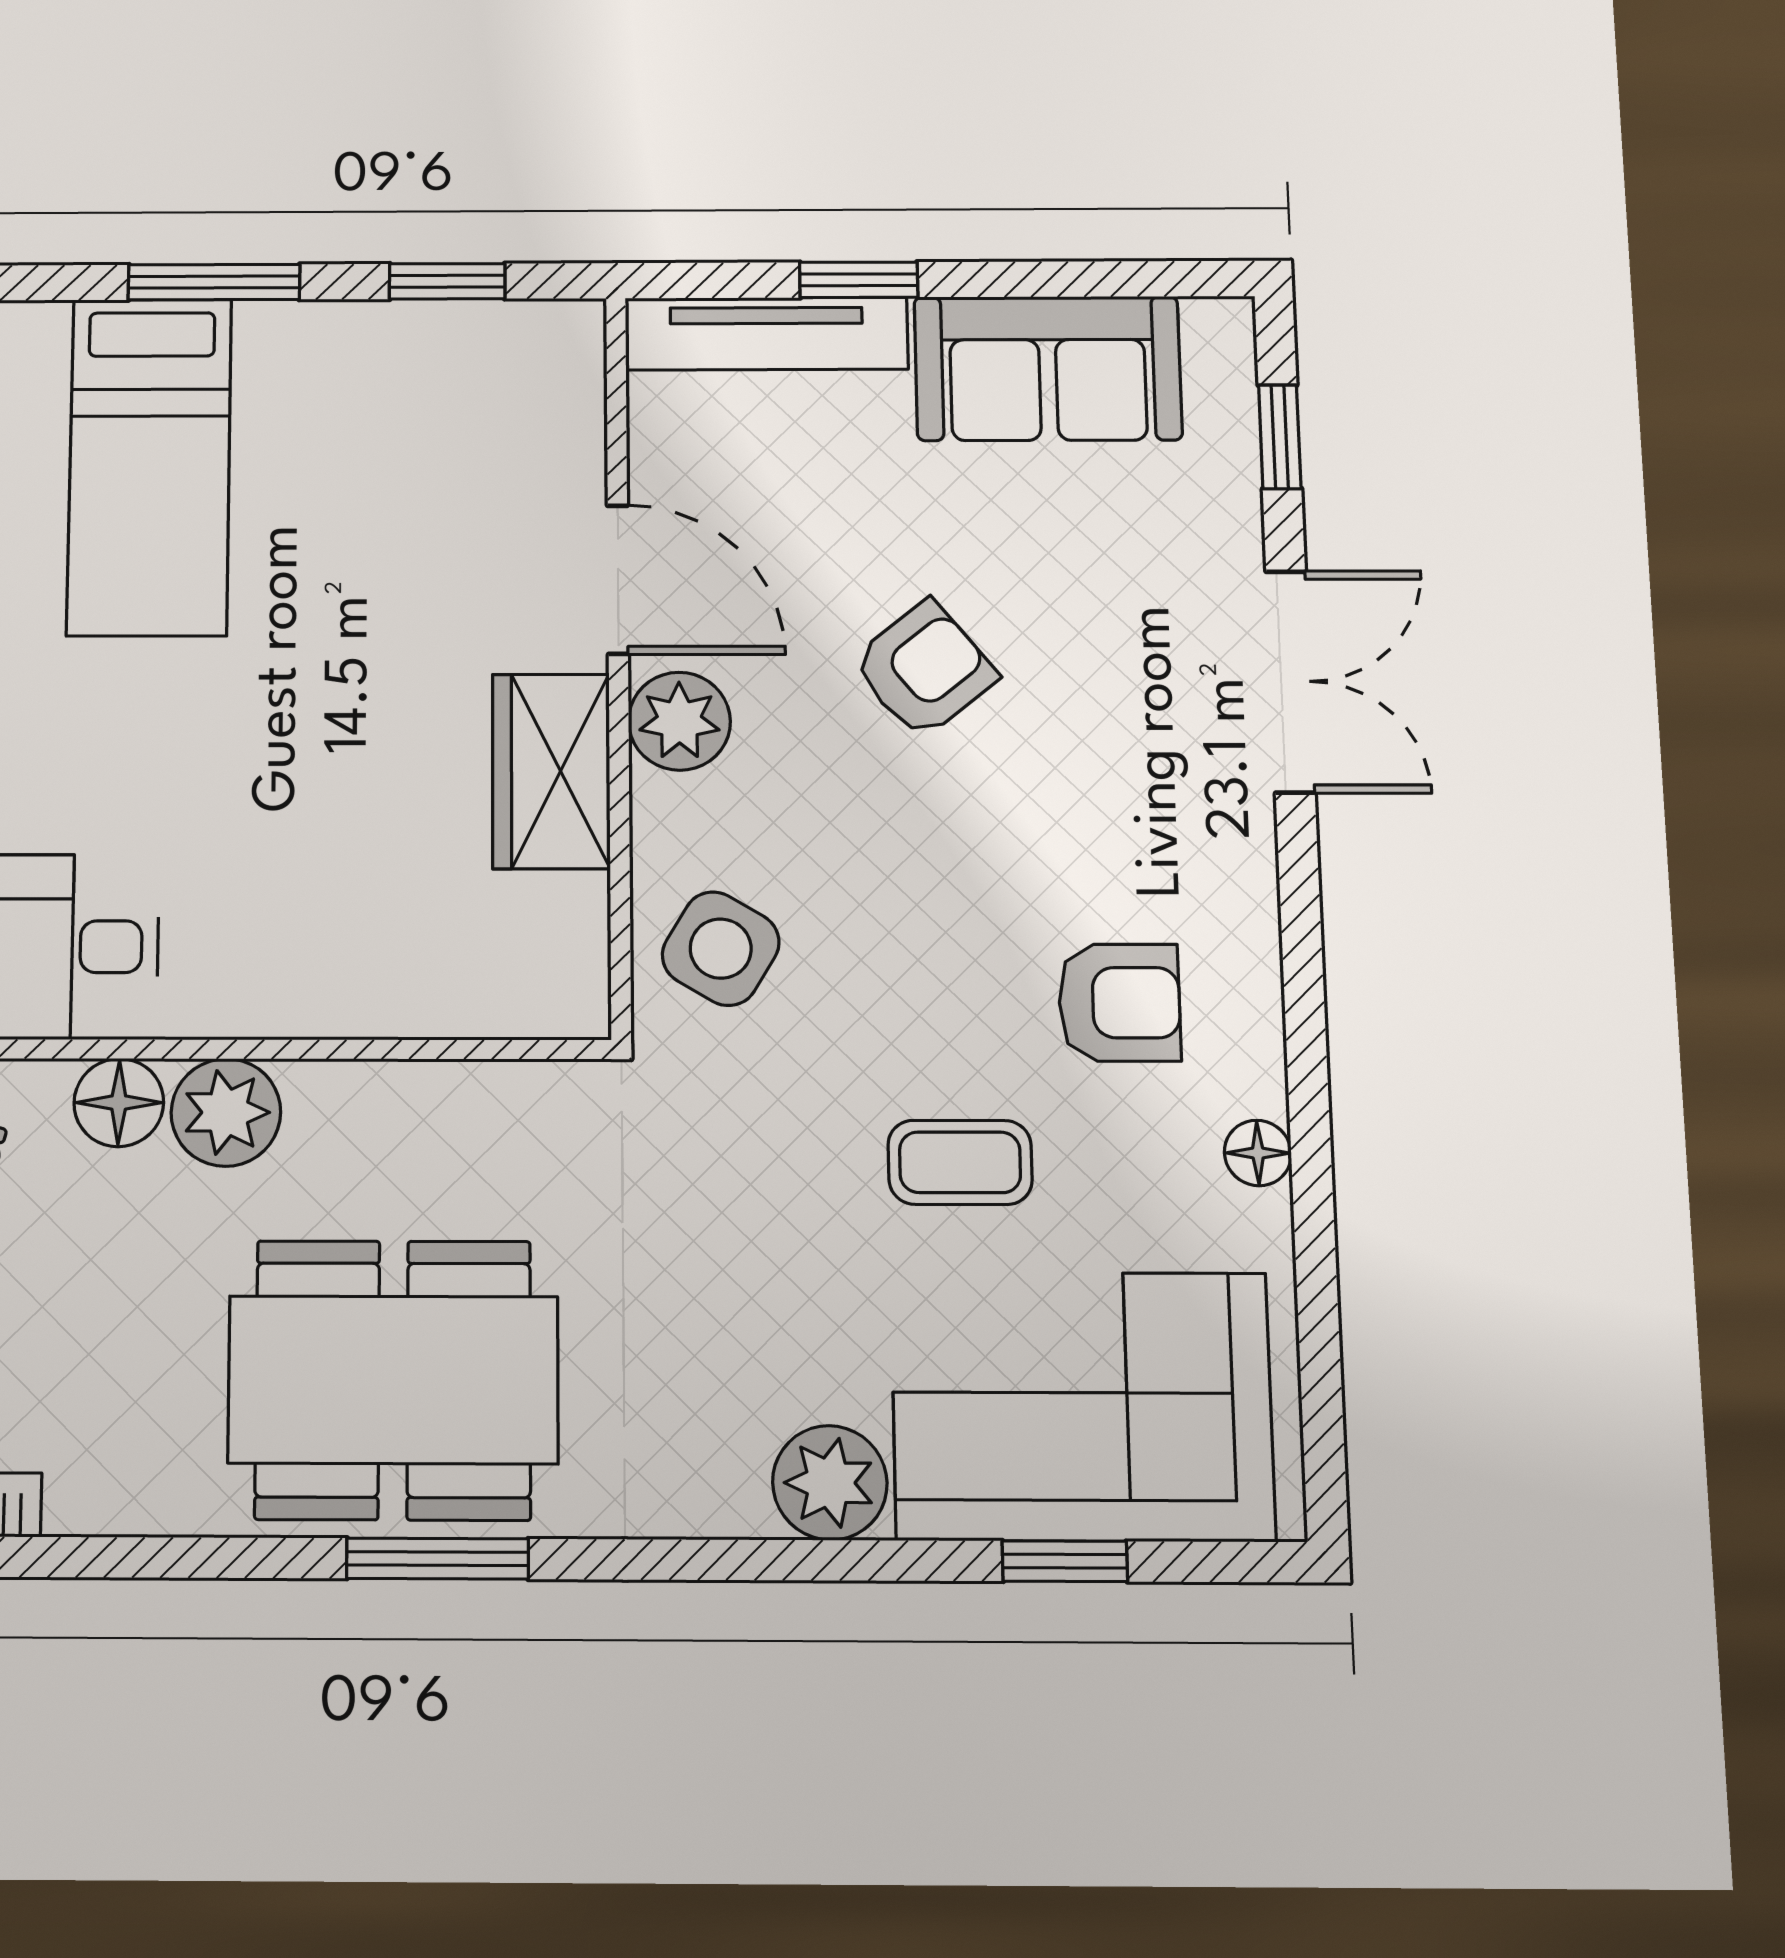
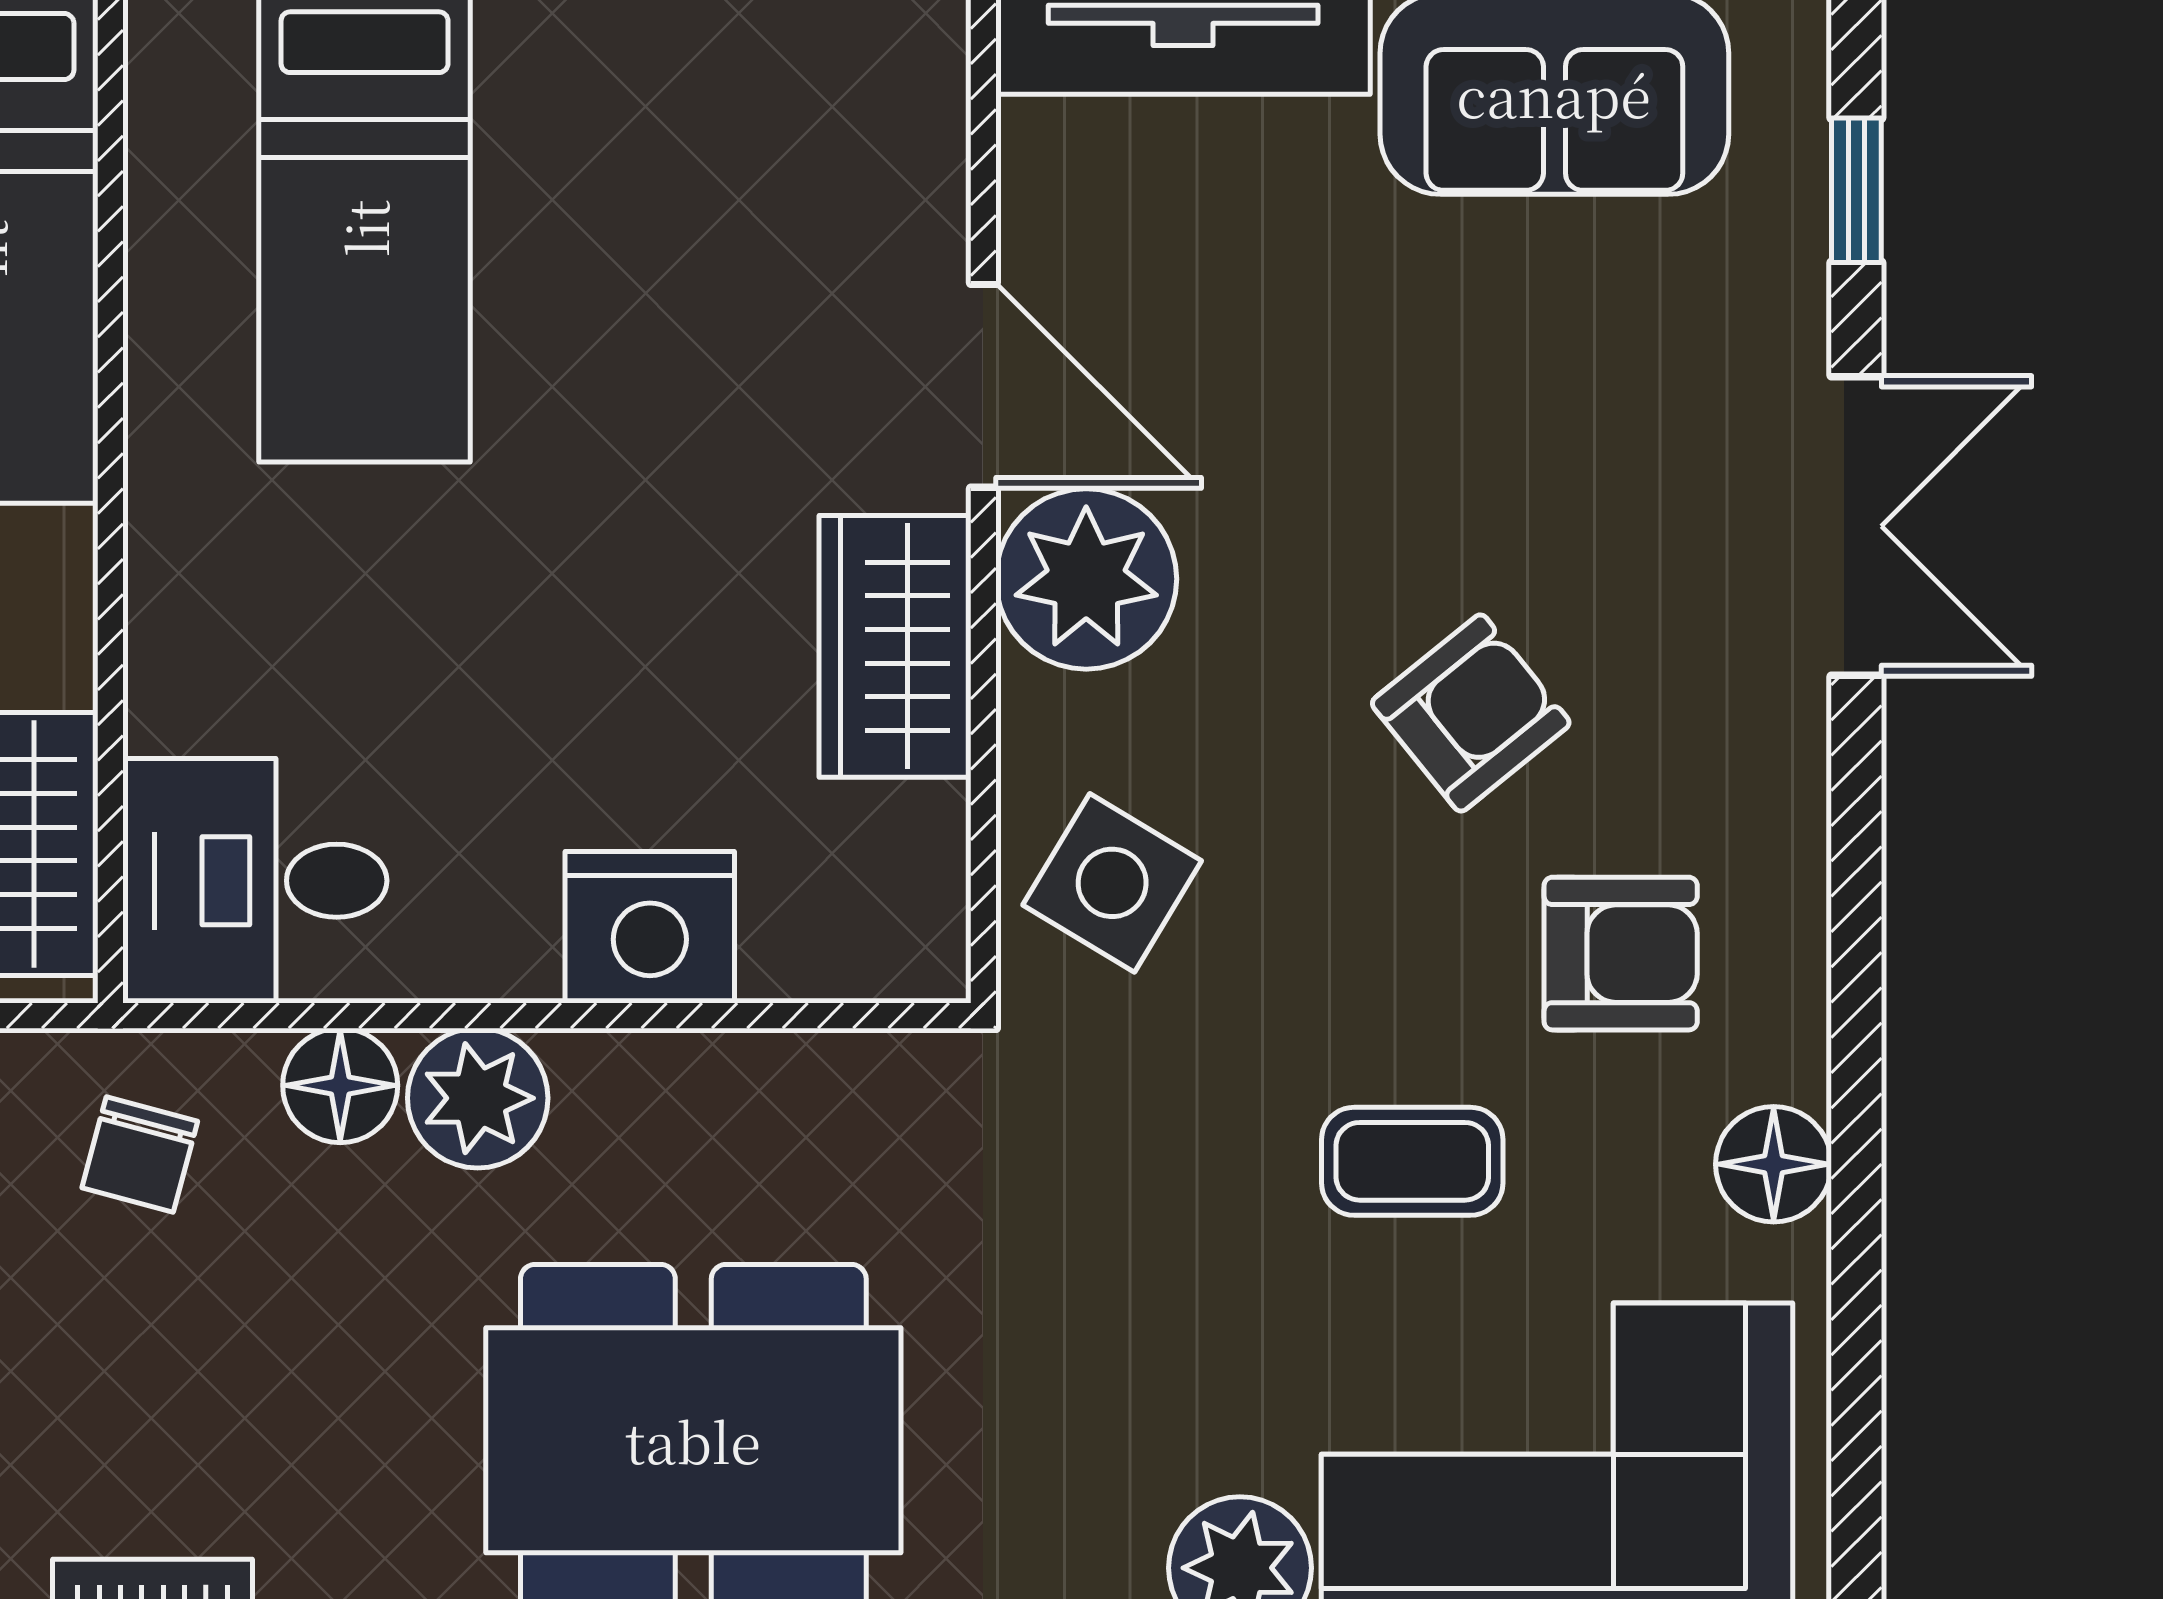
armchair: (924, 669) -> (1471, 713), moved
plant: (679, 721) -> (1086, 579), width x1.36, depth x1.36
nightstand: (361, 982) -> (650, 927), added
floor lamp: (1258, 1153) -> (1774, 1164), width x1.37, depth x1.37

